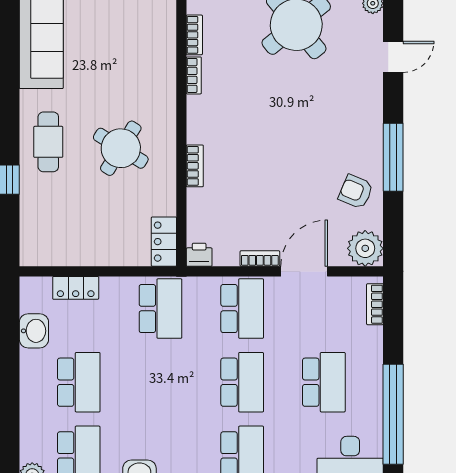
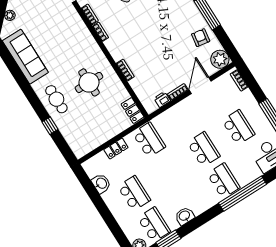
round table: (121, 148) -> (89, 82), turned -32
armchair: (356, 192) -> (201, 38), turned 76
printer: (199, 255) -> (162, 100), moved
locker: (76, 288) -> (116, 149), moved
school desk: (242, 309) -> (184, 118), removed

